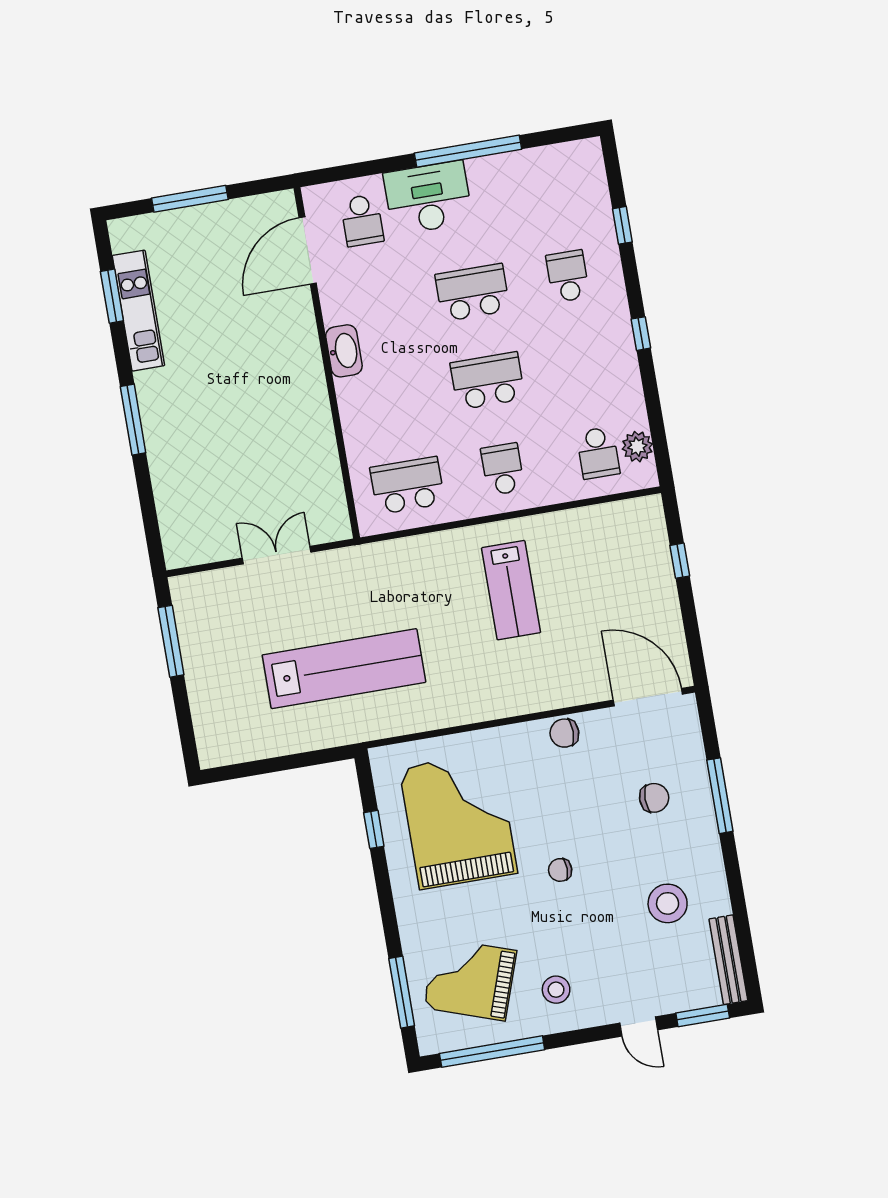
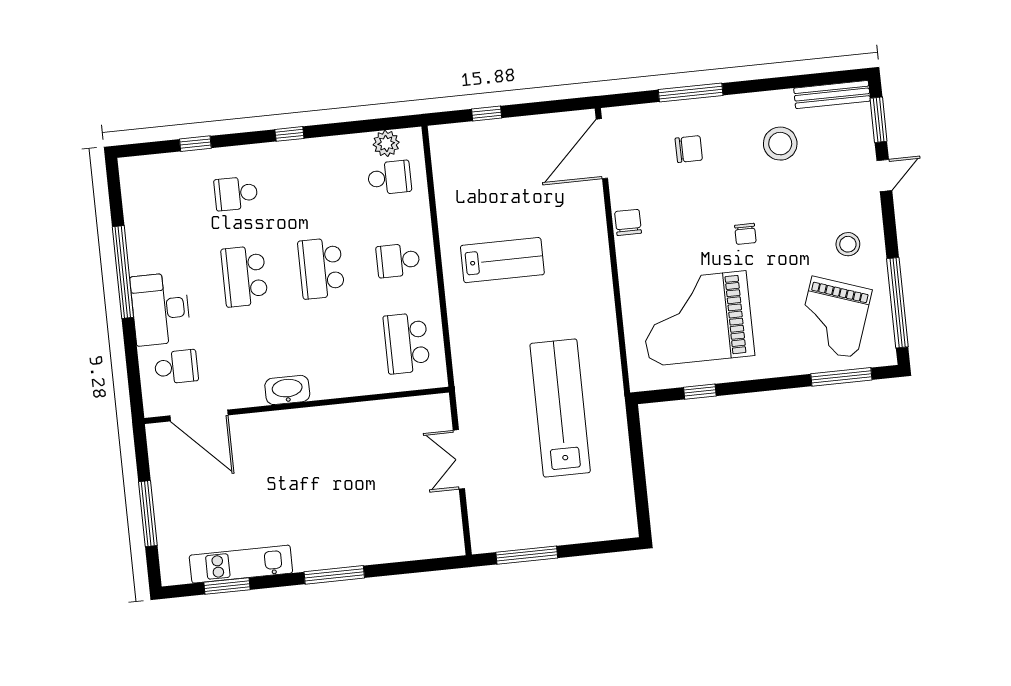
chair: (564, 733) -> (628, 222), turned 180
chair: (654, 798) -> (689, 149), turned 90

